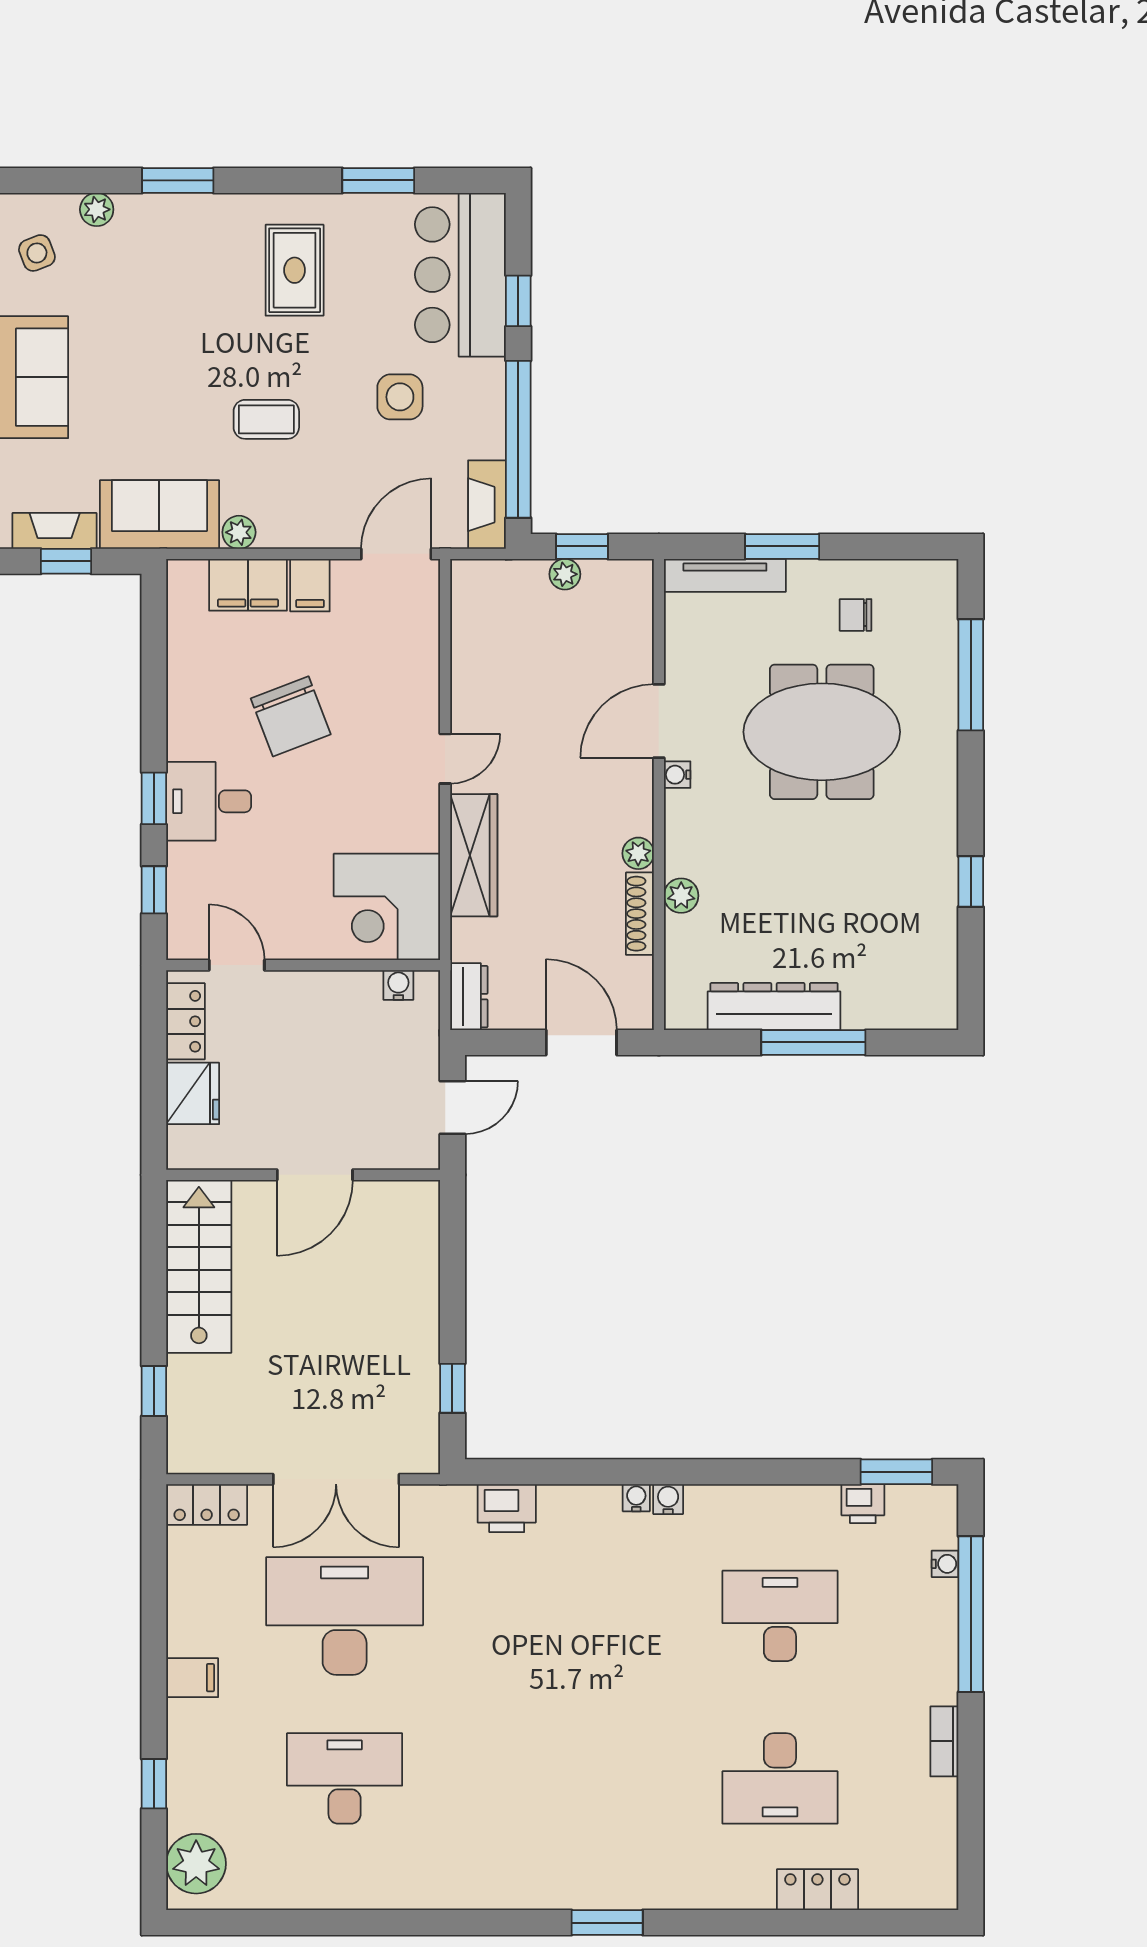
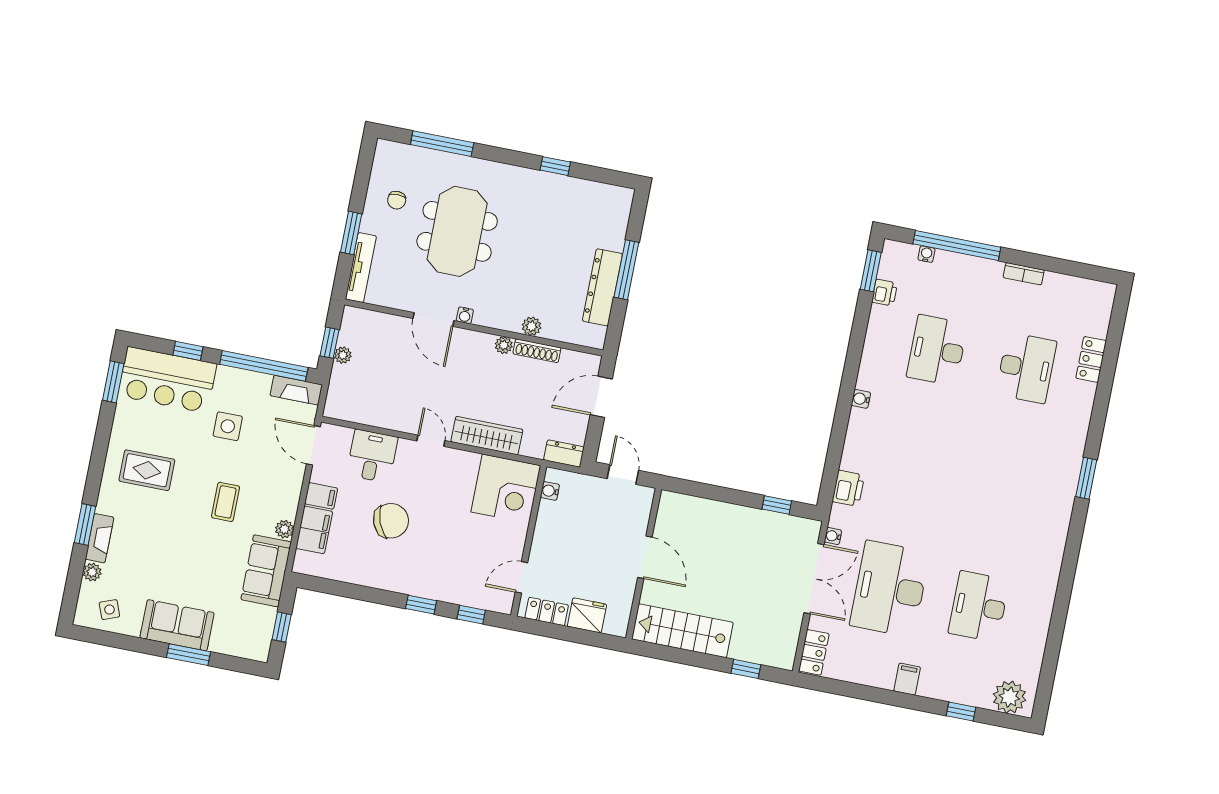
window: (378, 180) -> (113, 382), moved
fireplace: (55, 531) -> (100, 538), moved, turned 180
desk: (209, 801) -> (372, 456), moved, turned 180
water cooler: (636, 1498) -> (833, 536), moved

